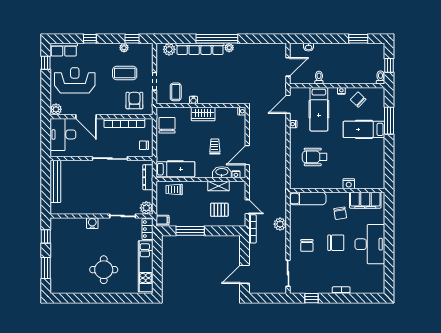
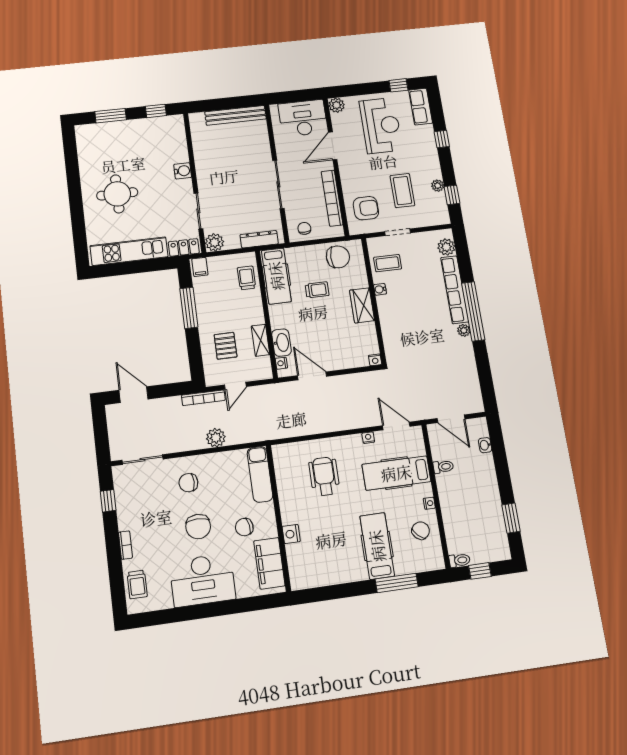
trolley: (215, 147) -> (317, 290), moved
trolley: (367, 286) -> (137, 584), added

